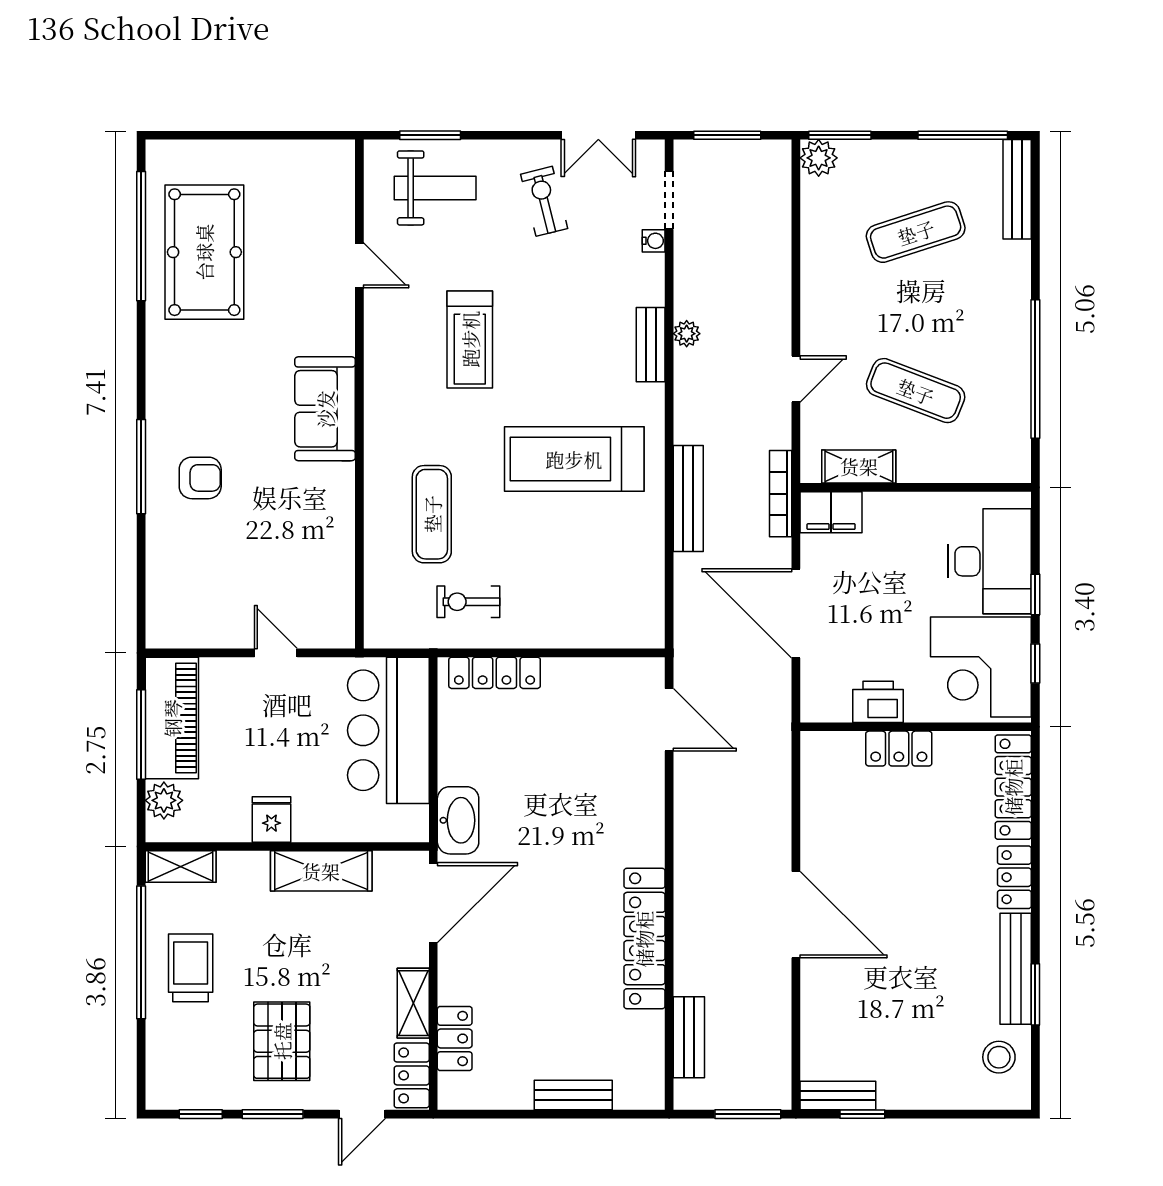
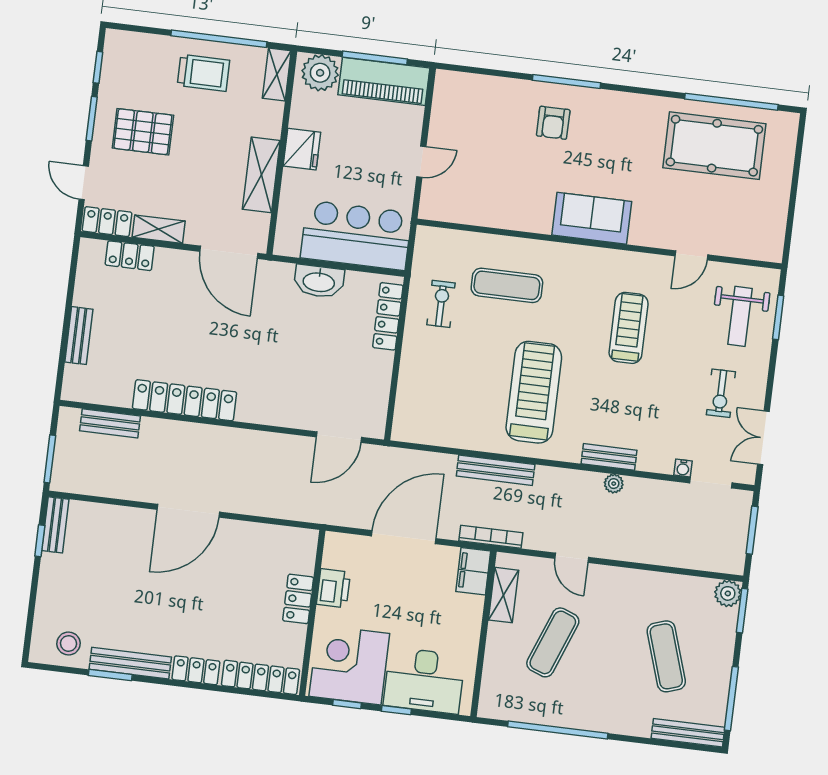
exercise bike: (544, 201) -> (721, 393), turned 104
treadmill: (470, 339) -> (629, 328), turned 90
plant: (164, 800) -> (320, 73), width x1.36, depth x1.36
fridge: (271, 819) -> (302, 149), width x1.38
washbasin: (458, 820) -> (319, 281), moved

